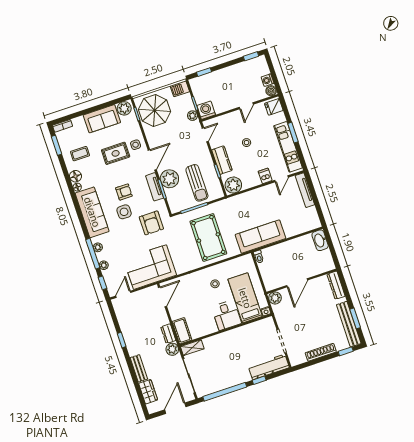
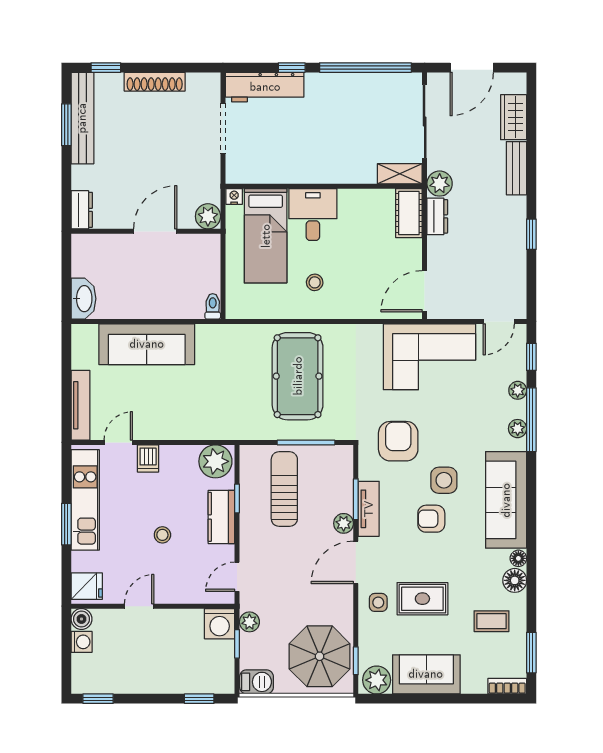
plant: (169, 179) -> (344, 523), width x0.53, depth x0.53
sofa: (260, 237) -> (147, 344), moved
dresser: (336, 285) -> (82, 210), width x0.70

